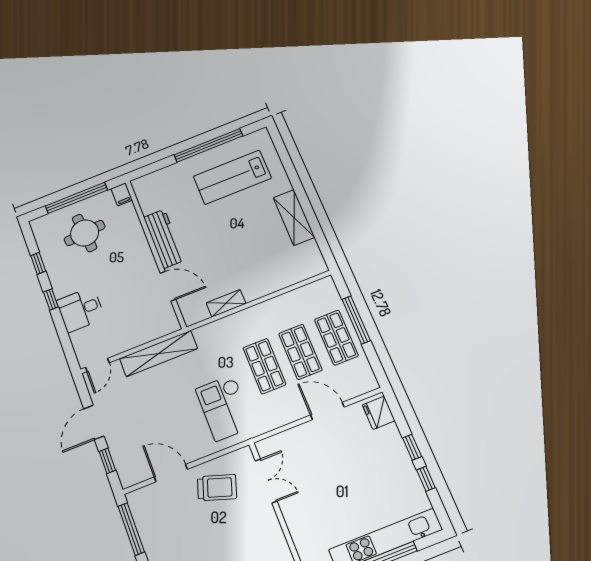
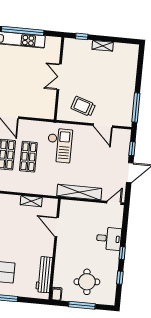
window: (76, 198) -> (82, 305), width x0.68
workbench: (164, 239) -> (44, 275), moved
double door: (266, 481) -> (59, 77), moved

